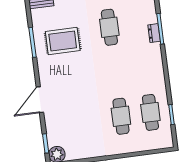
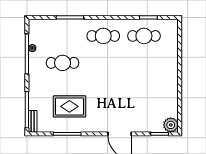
dresser: (154, 33) -> (73, 23), removed
rug: (63, 41) -> (69, 106), turned 90
cafe table: (121, 116) -> (103, 36), moved

